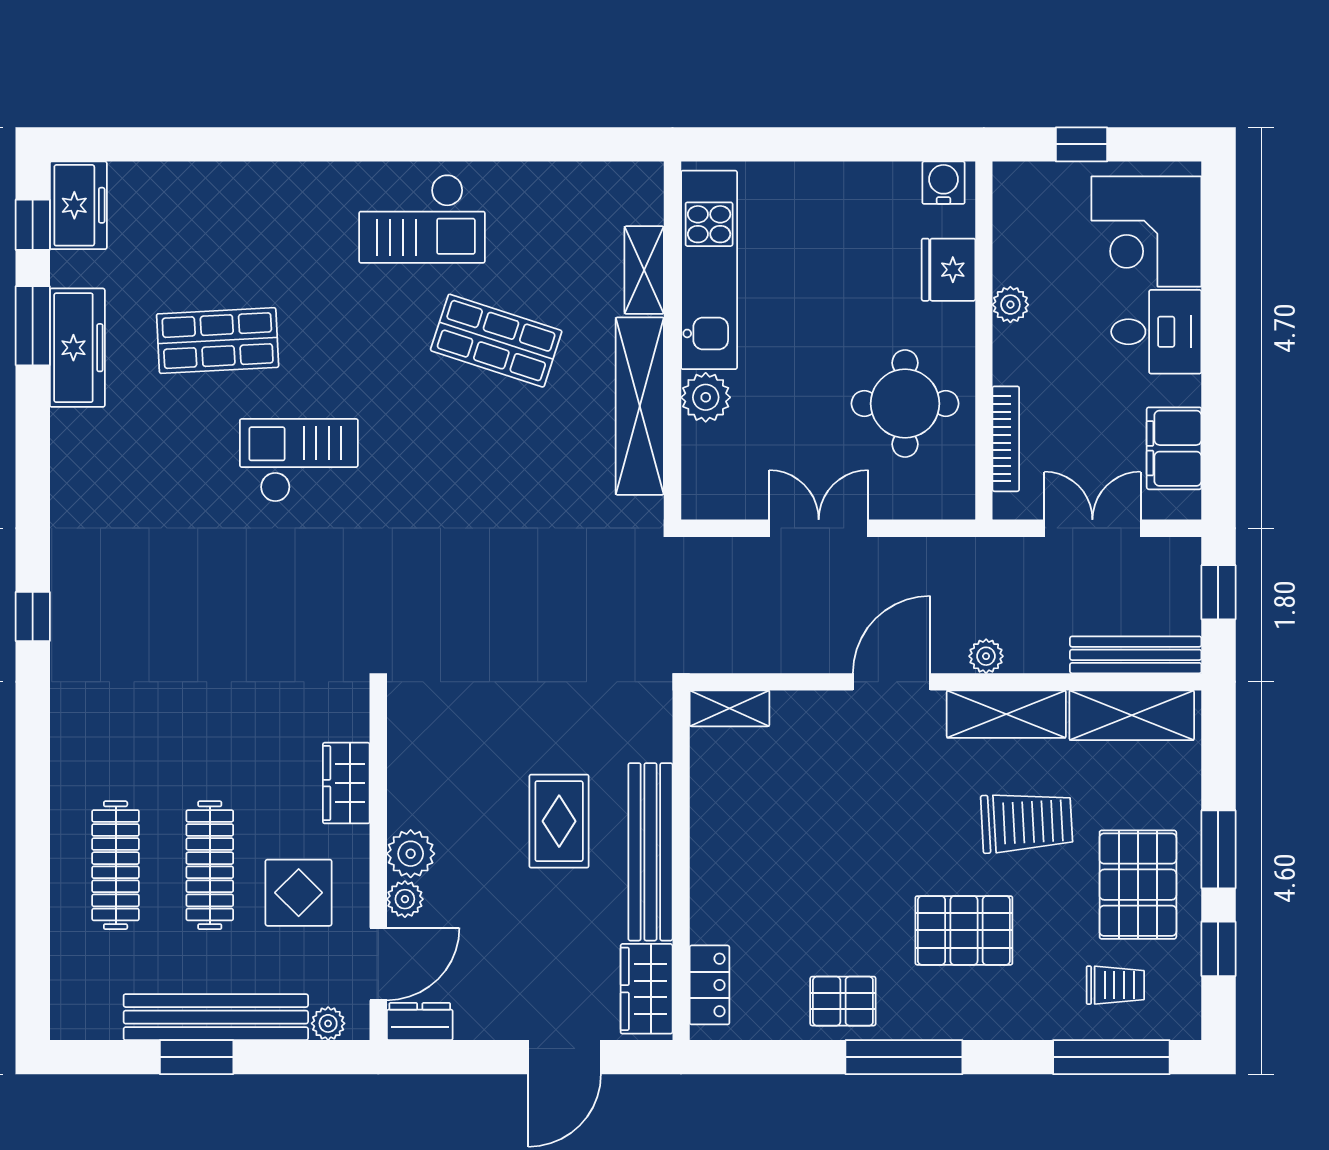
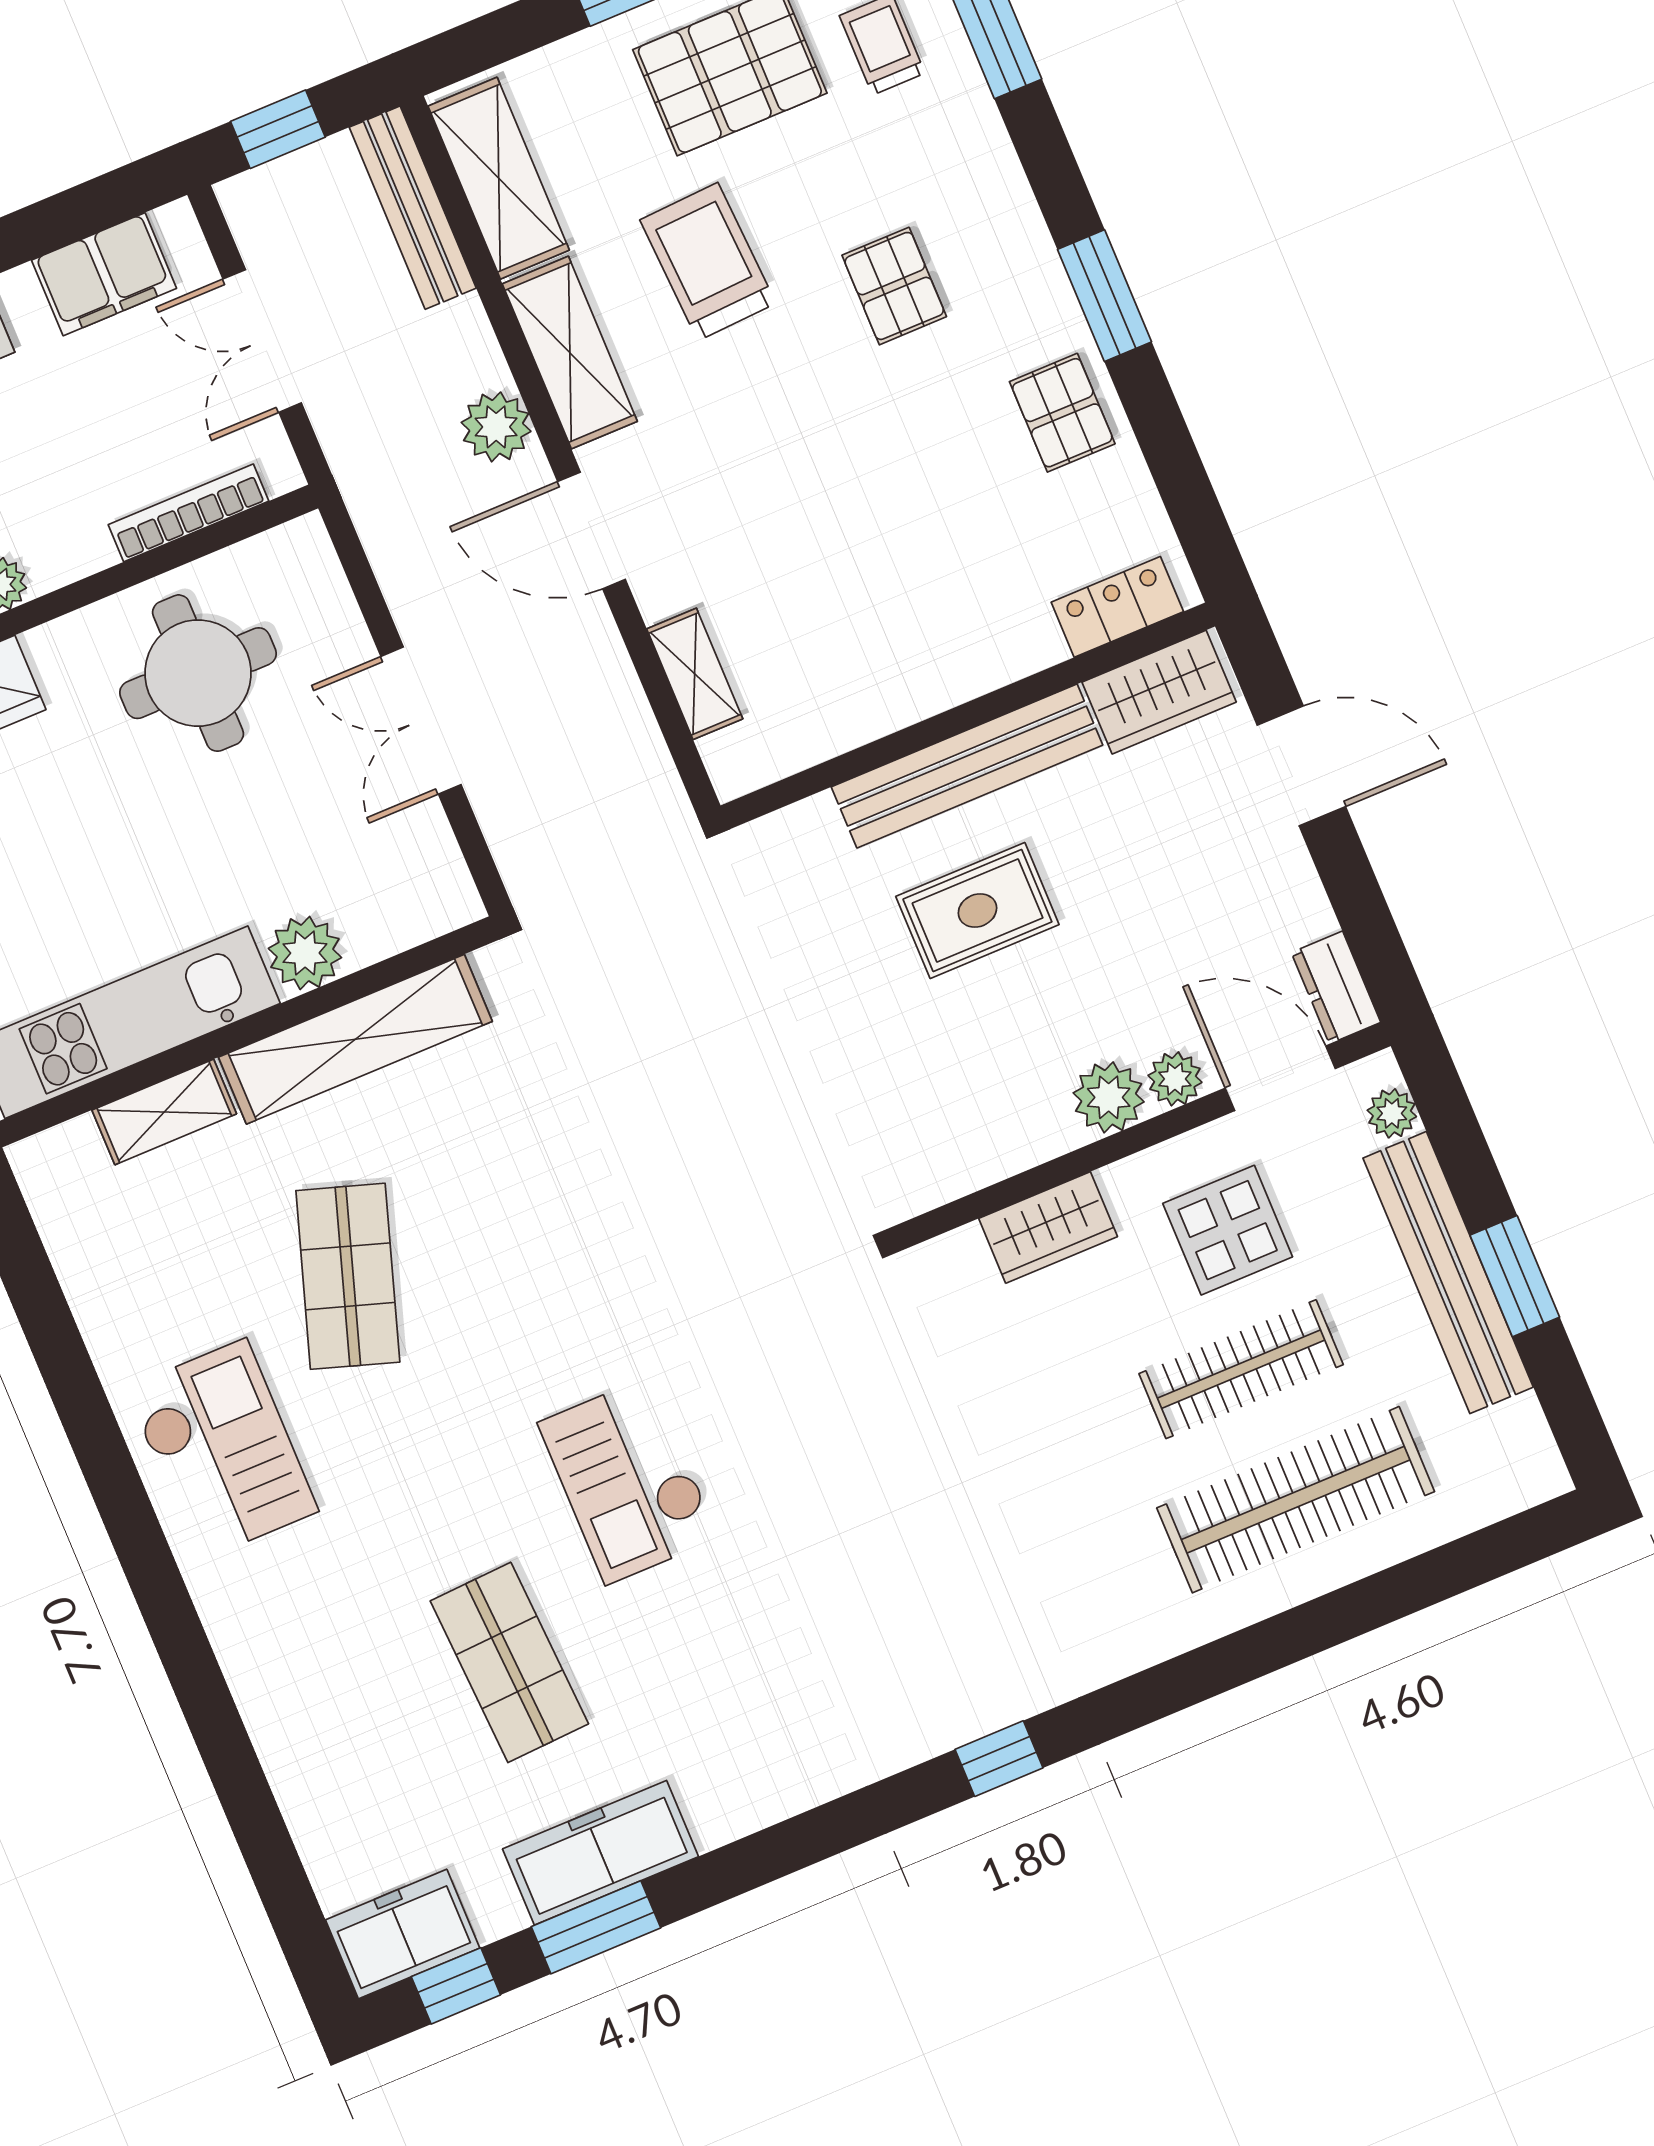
plant: (986, 656) -> (496, 427), width x1.38, depth x1.38
shelving: (730, 708) -> (695, 674), moved
clothes rail: (116, 865) -> (1296, 1500), width x1.37, depth x1.31
pallet: (964, 930) -> (894, 286), width x0.67, depth x0.71
window: (904, 1057) -> (1105, 296), width x0.69

